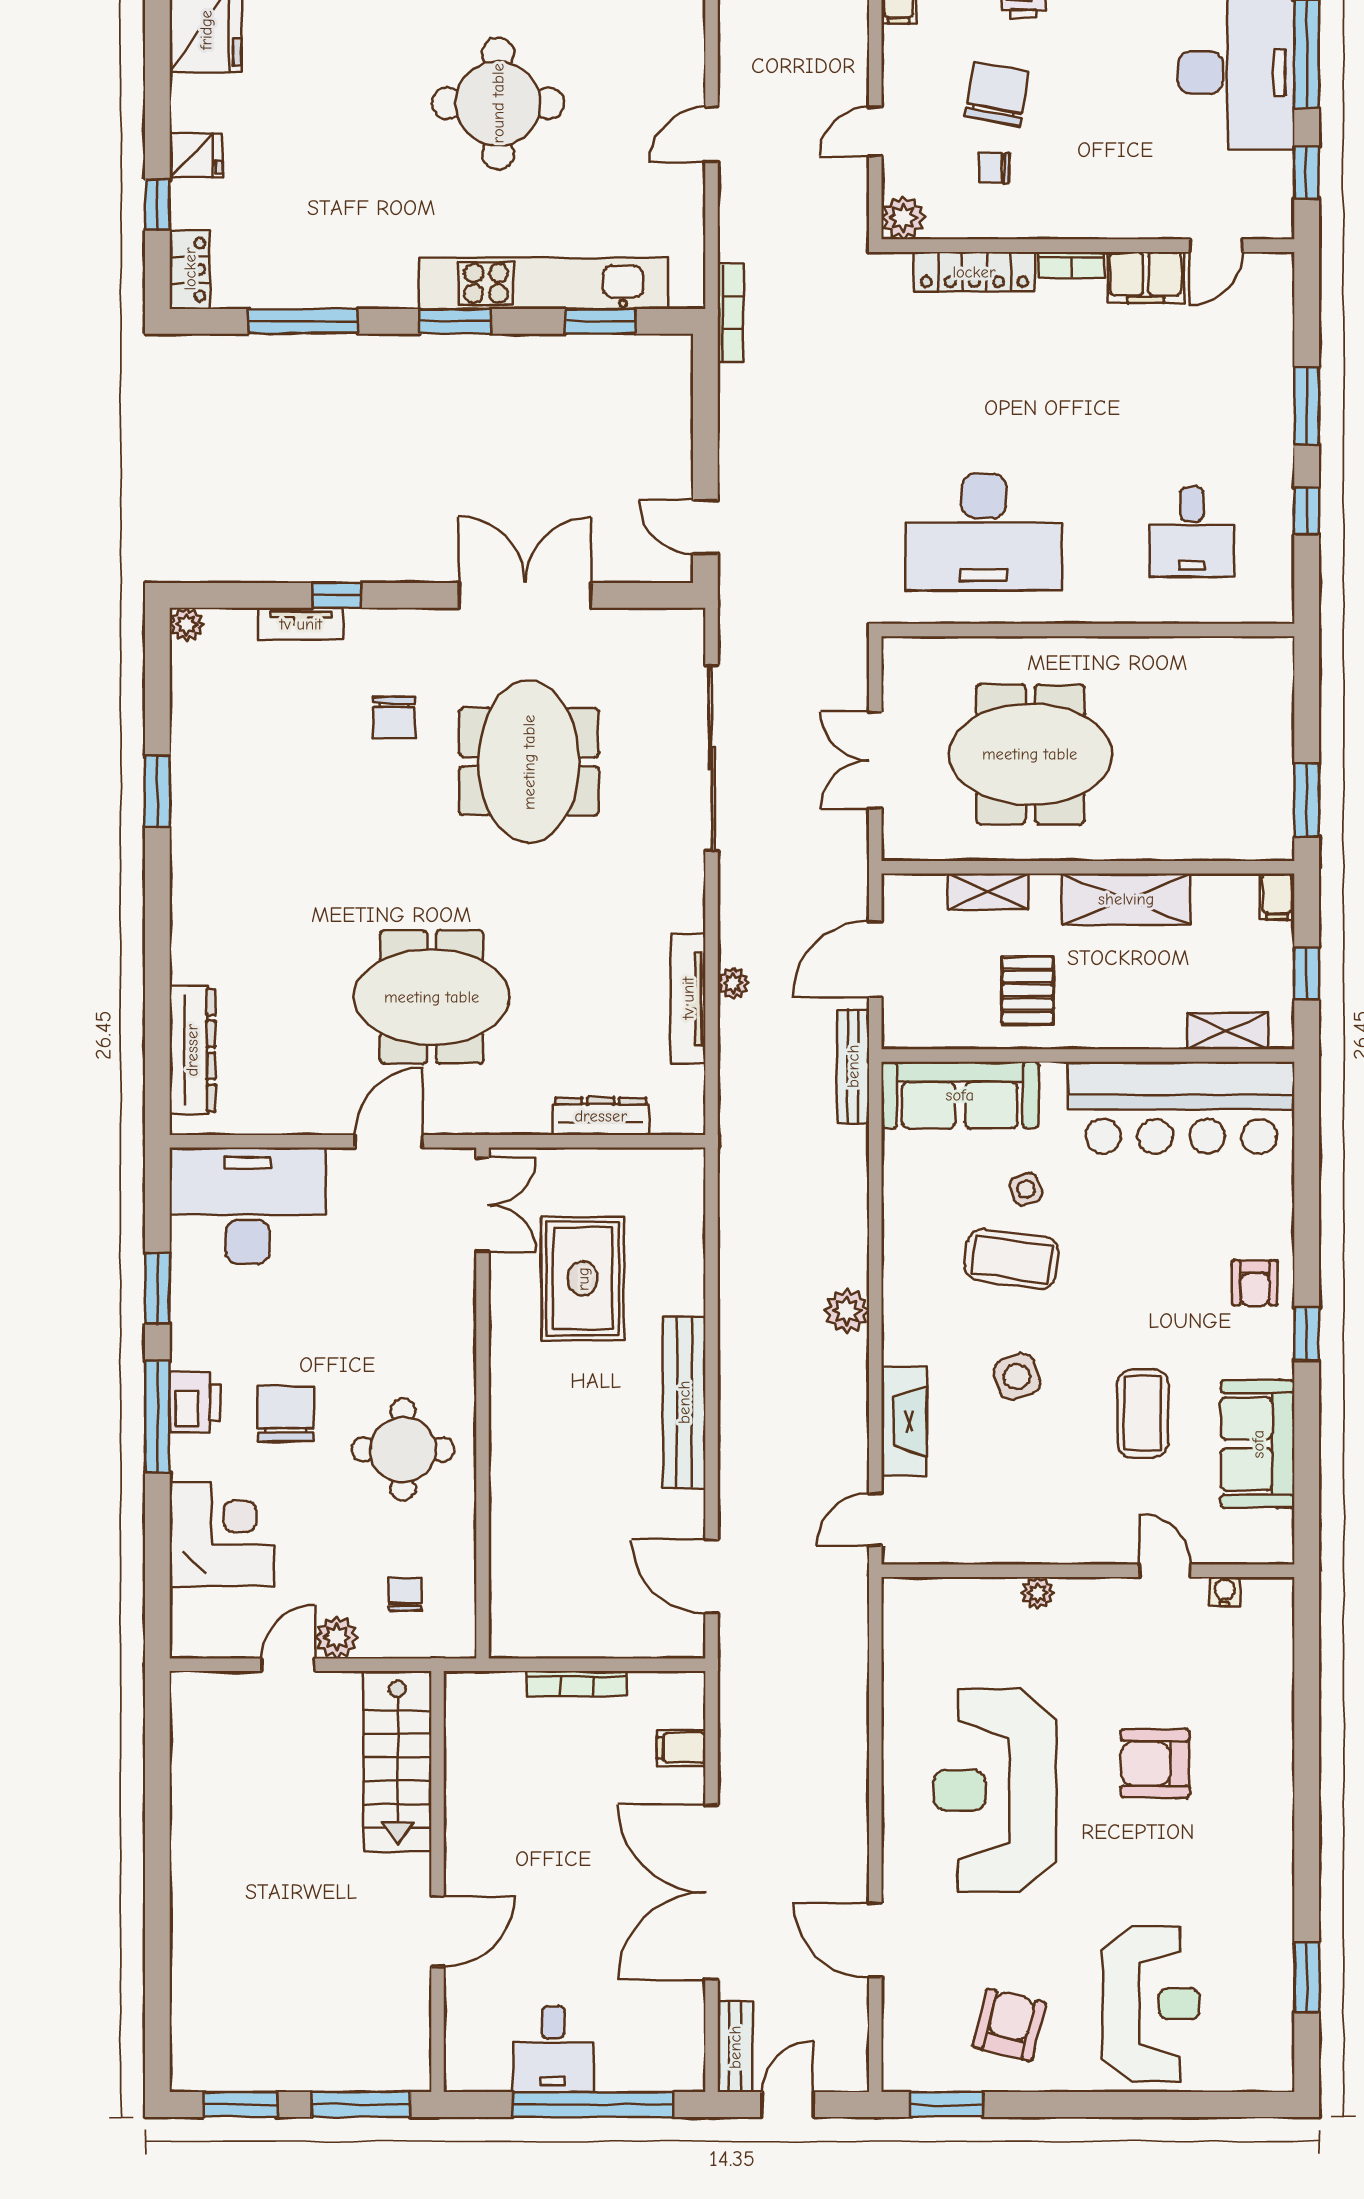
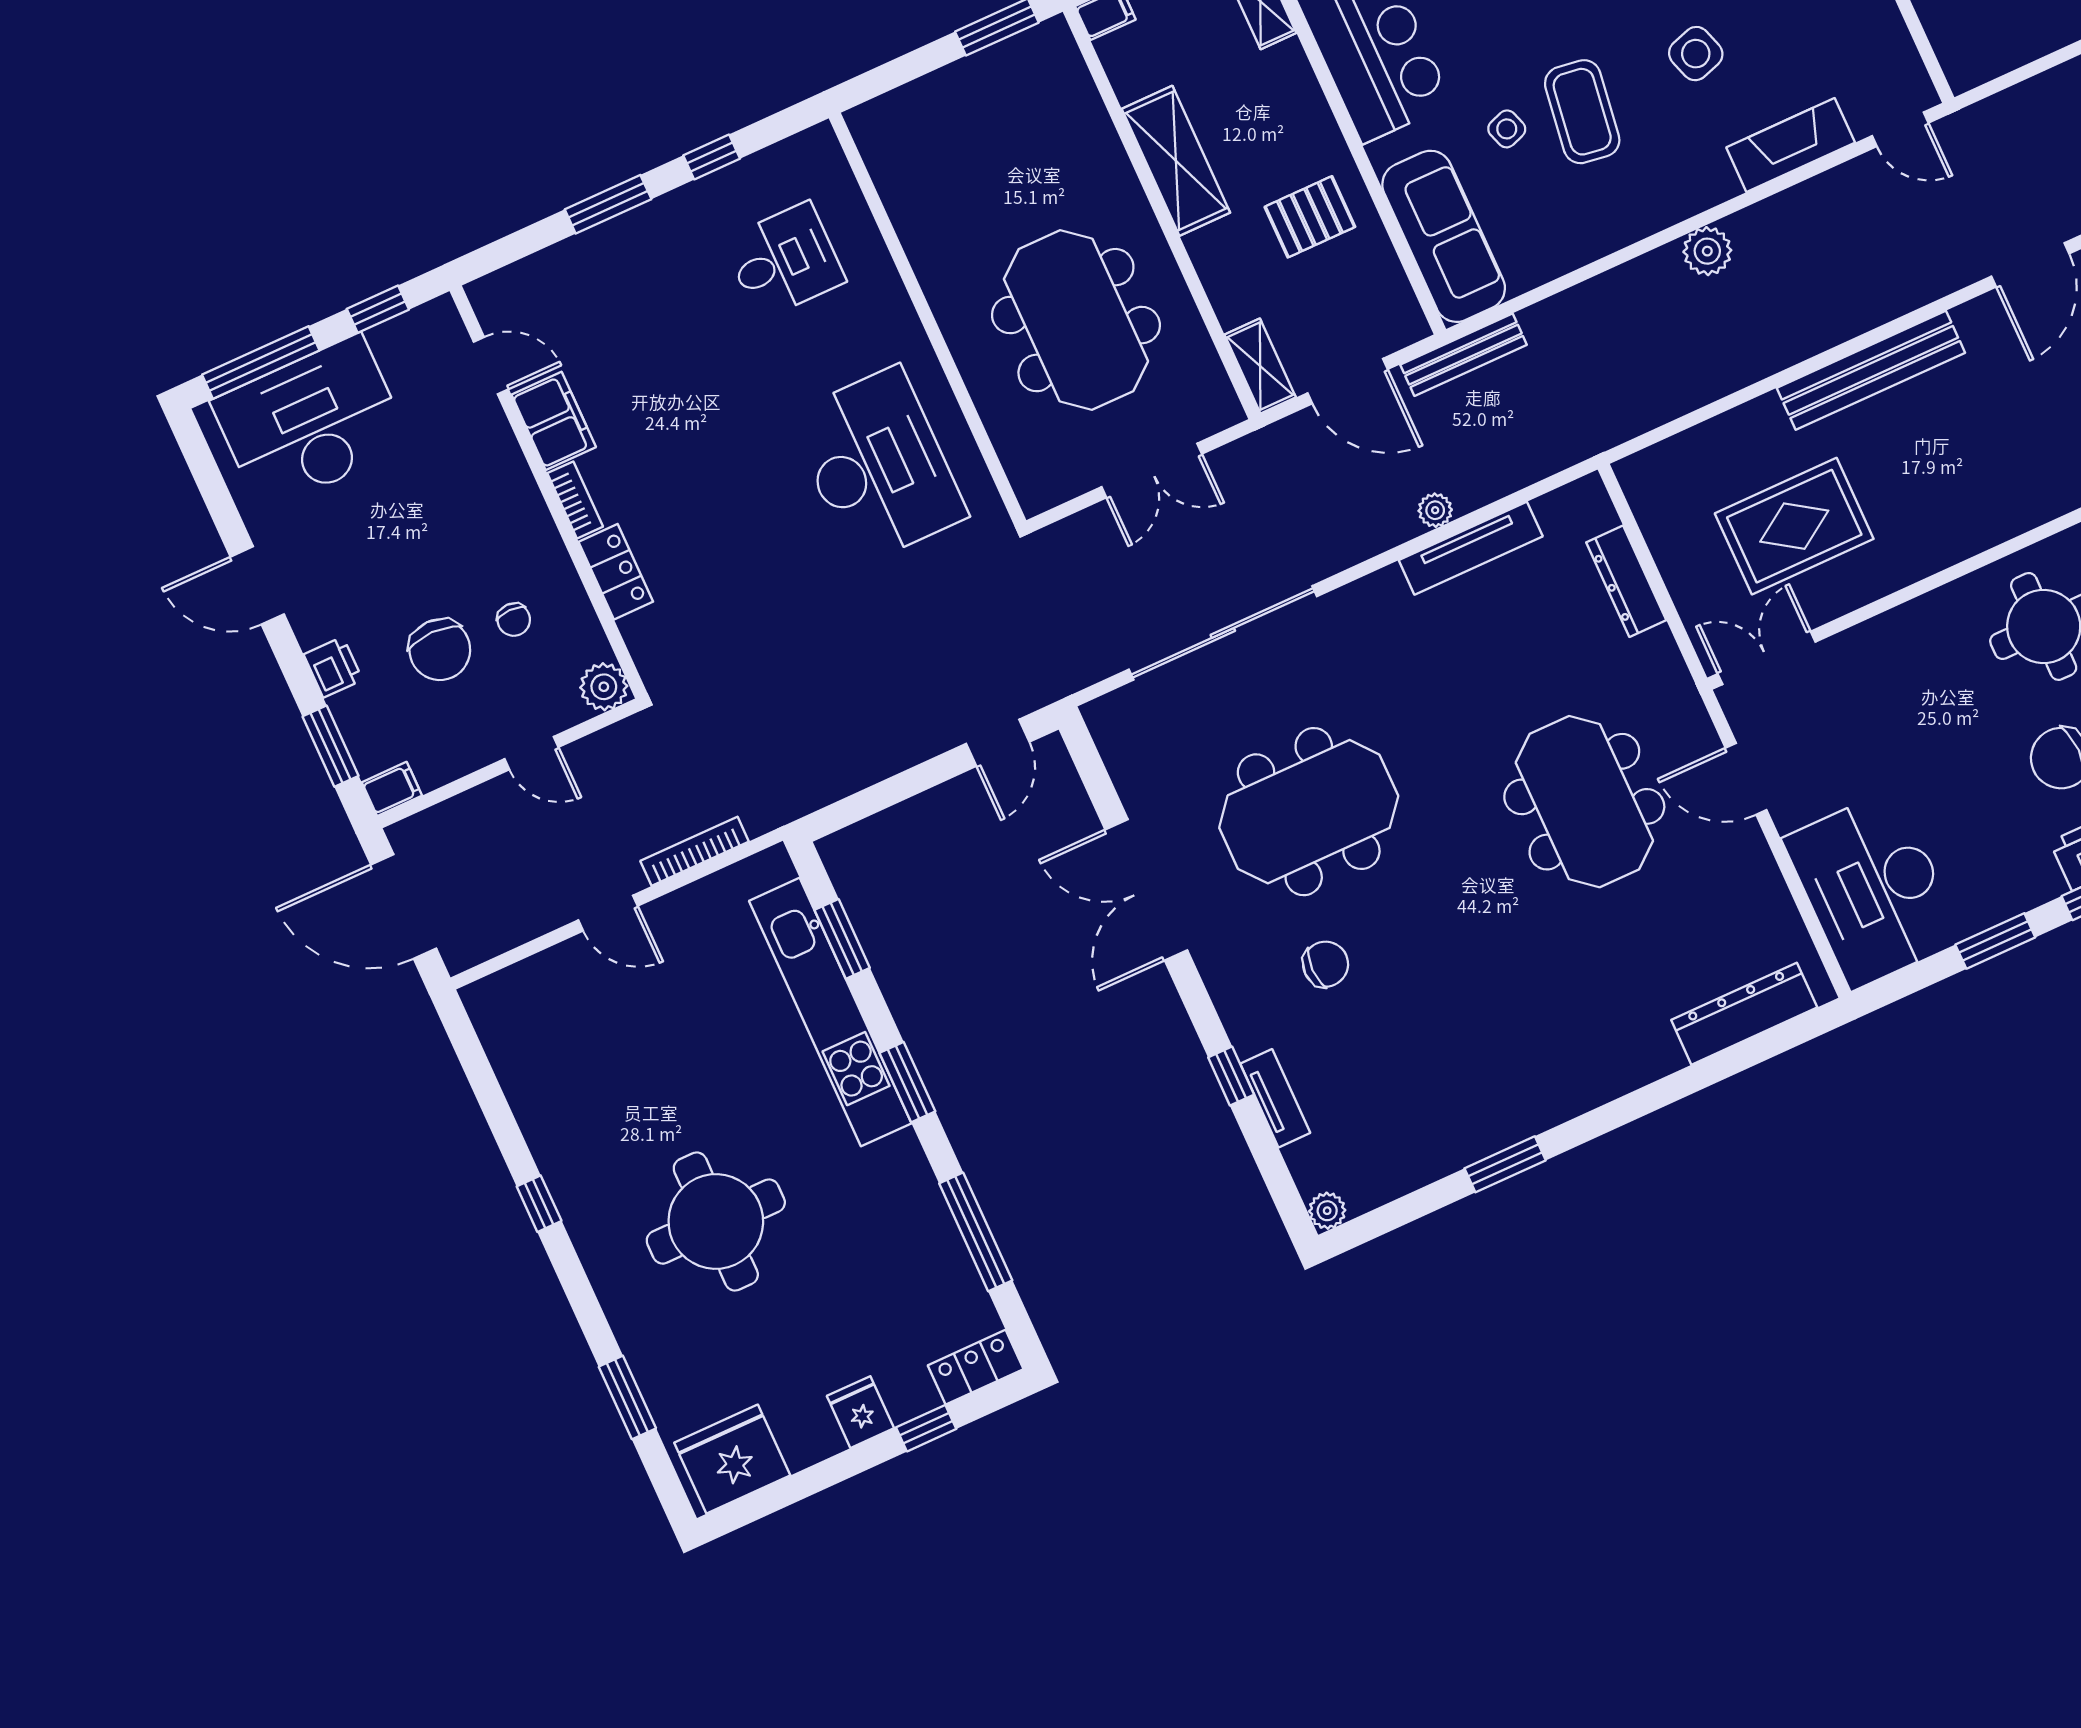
chair: (997, 94) -> (440, 650), turned -101
round table: (498, 103) -> (716, 1222), moved
locker: (974, 272) -> (616, 572), width x0.66
bookcase: (730, 313) -> (695, 851), moved
shelving: (988, 891) -> (1260, 366), moved

